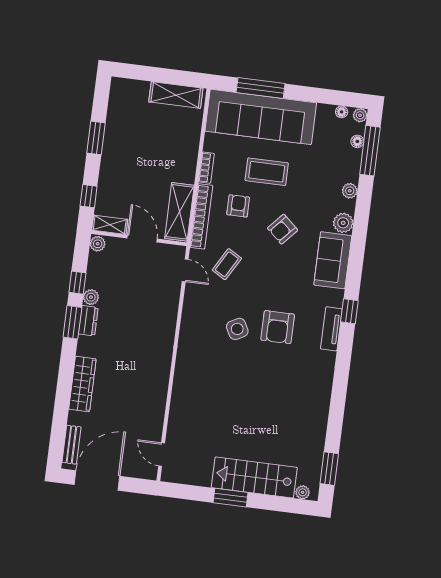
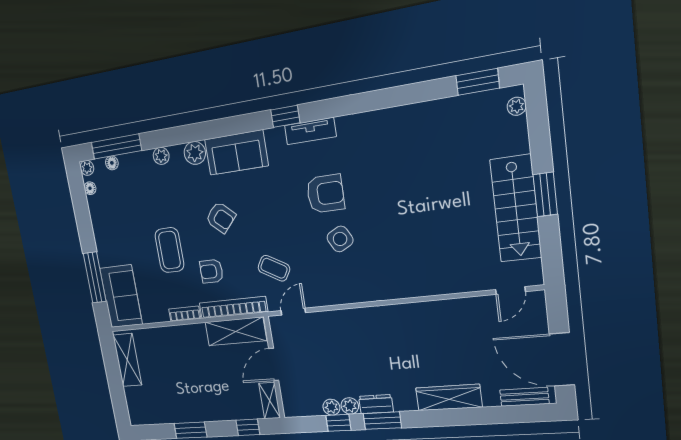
sofa: (261, 117) -> (121, 296), width x0.54, depth x0.79
plant: (98, 244) -> (331, 407), moved
stairs: (254, 477) -> (516, 209), moved

